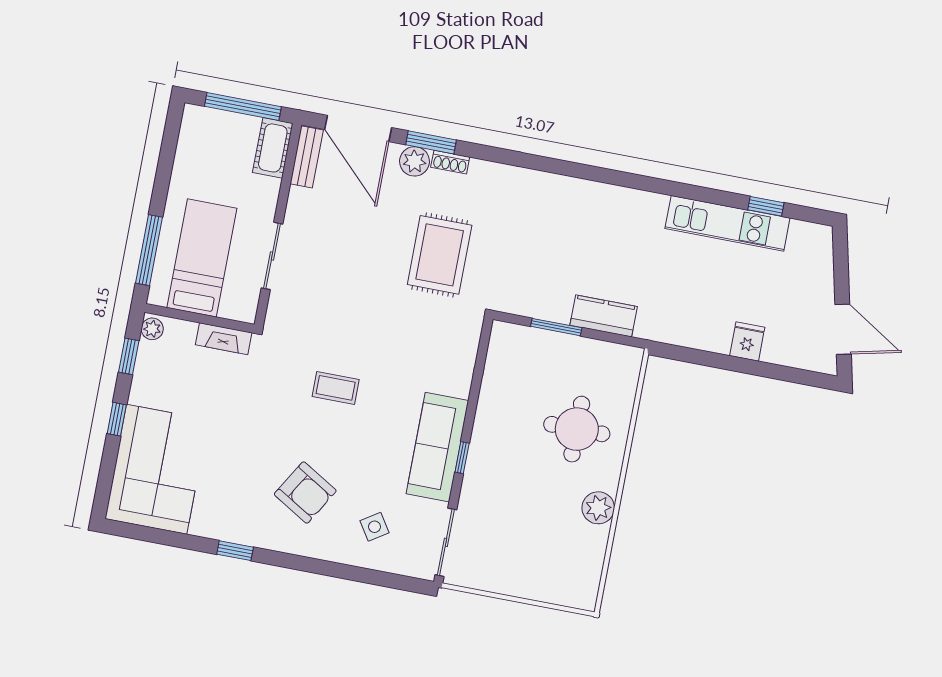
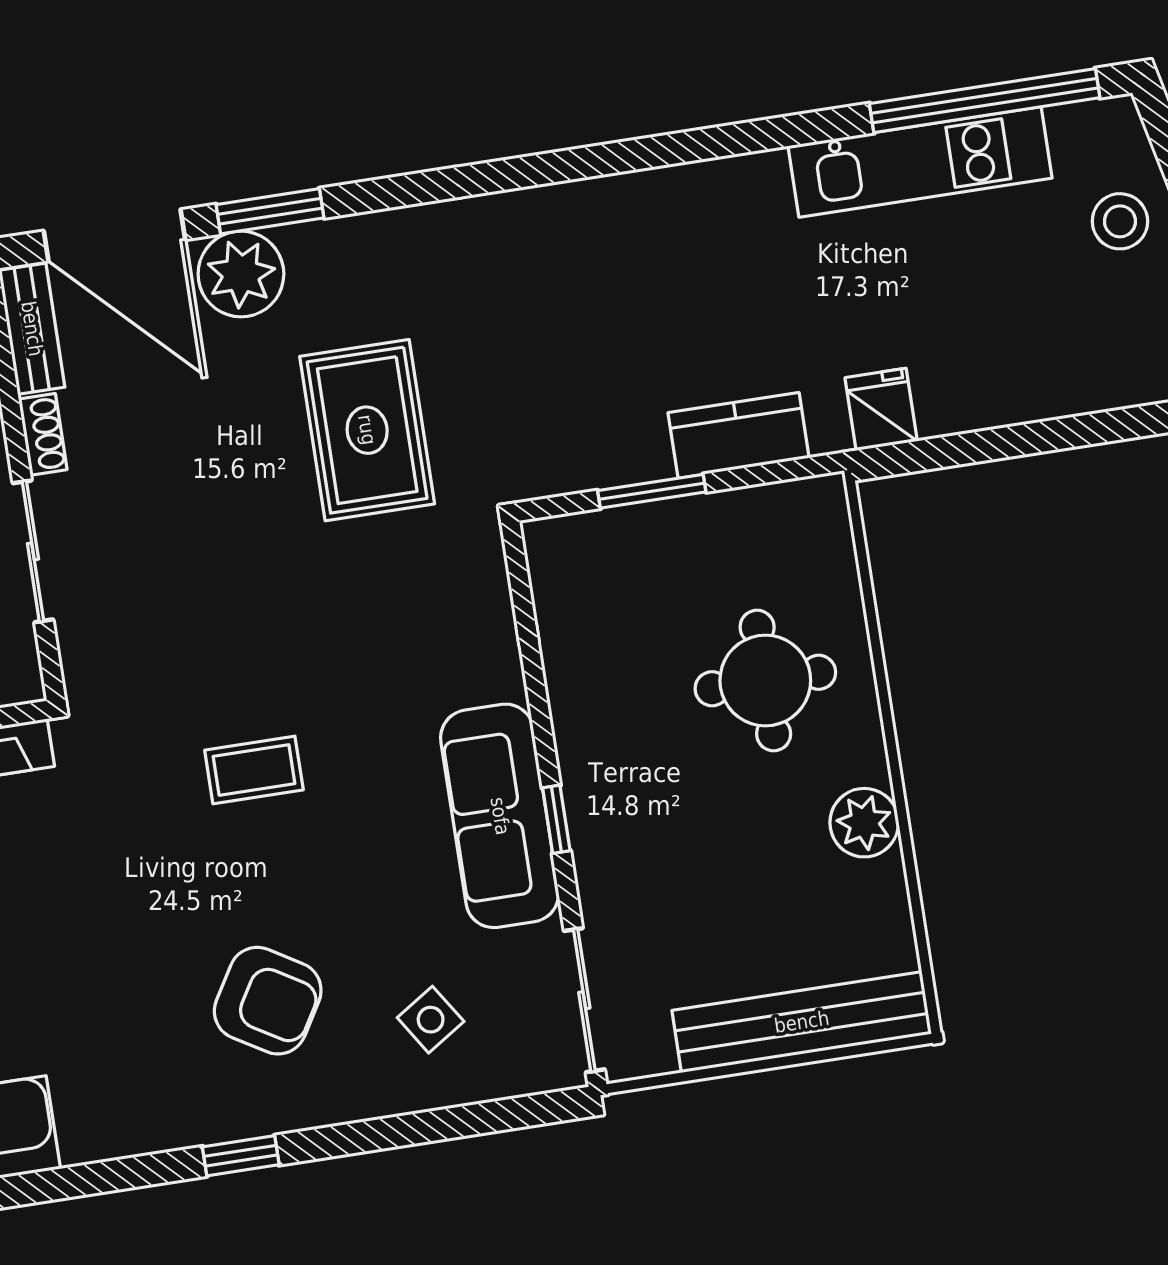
plant: (415, 161) -> (241, 274), width x1.36, depth x1.36
shoe rack: (450, 162) -> (43, 434), moved, turned -90
window: (766, 206) -> (985, 101), width x3.17
stool: (807, 281) -> (1120, 221), added
fridge: (747, 342) -> (881, 409), moved
window: (235, 551) -> (241, 1156), moved
bench: (539, 587) -> (802, 1022), added

